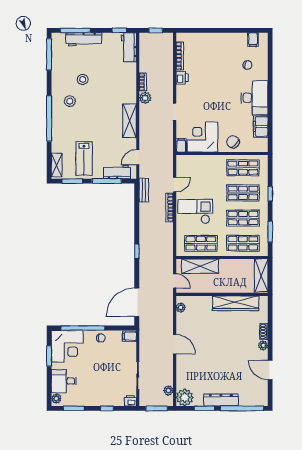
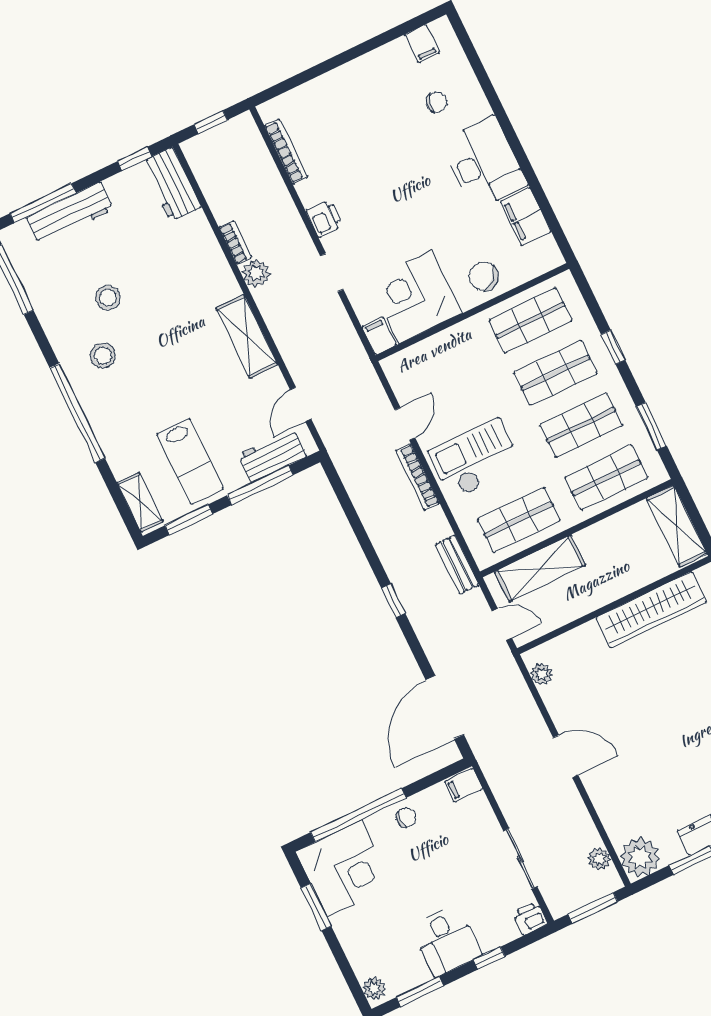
printer: (182, 78) -> (324, 218), moved
bench: (144, 190) -> (457, 564), moved
desk: (64, 381) -> (446, 941), moved, turned -90

